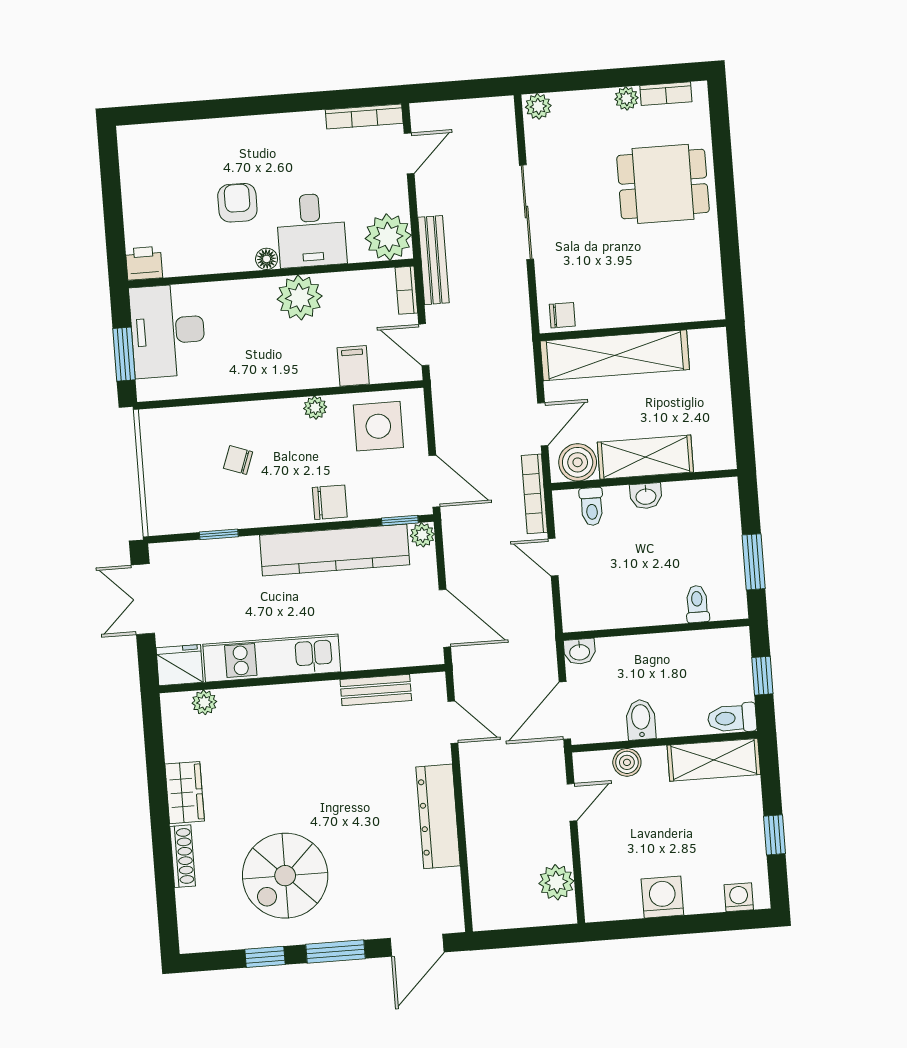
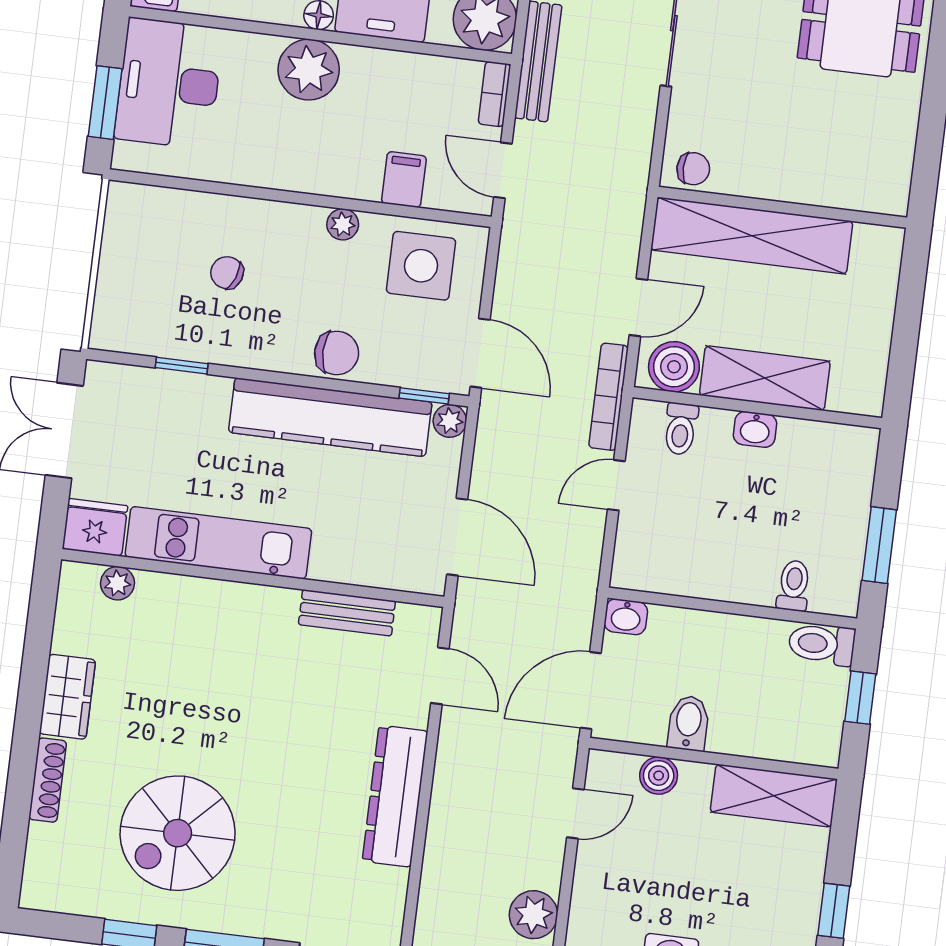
plant: (300, 298) -> (309, 70), moved
door: (553, 557) -> (616, 485), hinge flipped
toilet: (732, 718) -> (822, 644), moved

